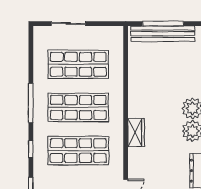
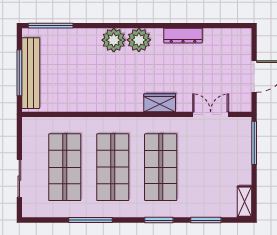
window: (31, 103) -> (91, 220), moved
wardrobe: (136, 132) -> (160, 103), moved
window: (31, 149) -> (159, 220), width x1.50

